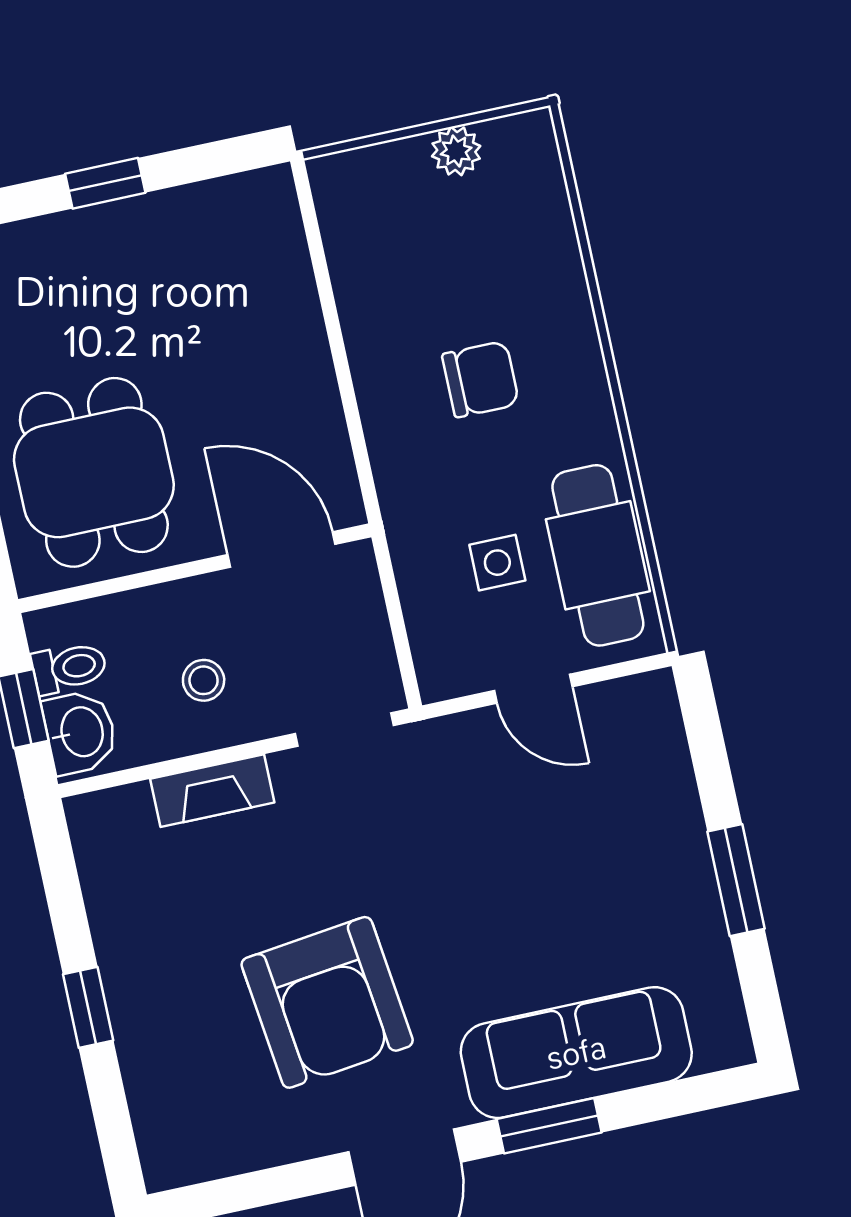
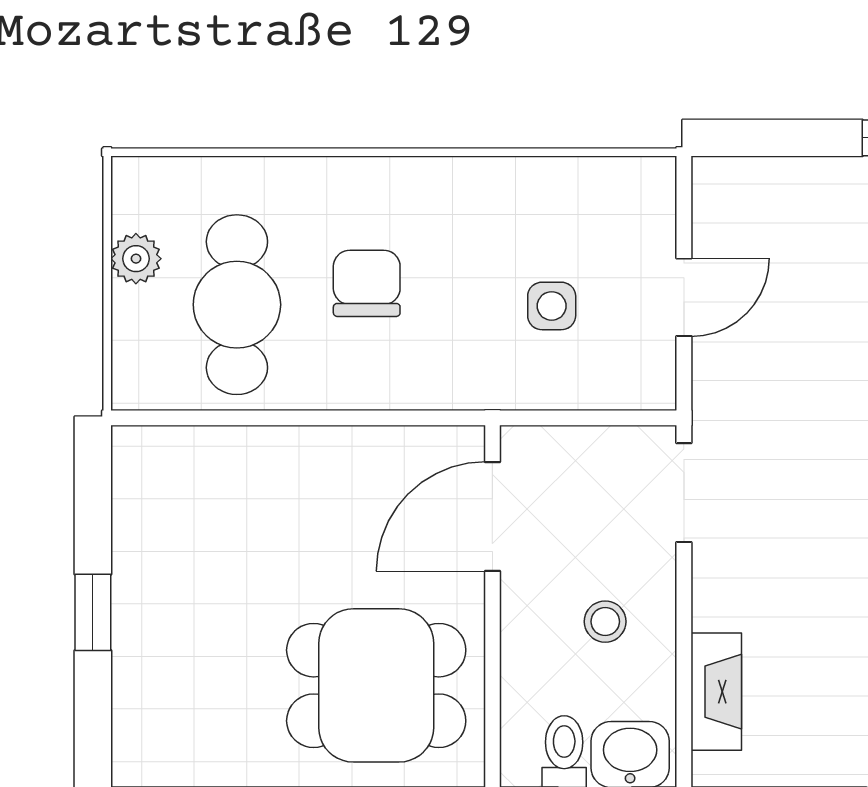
cafe table: (598, 555) -> (237, 305), moved, turned 90
fireplace: (212, 791) -> (716, 692), moved

